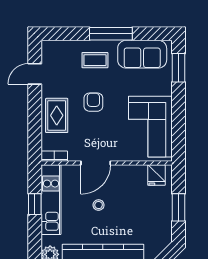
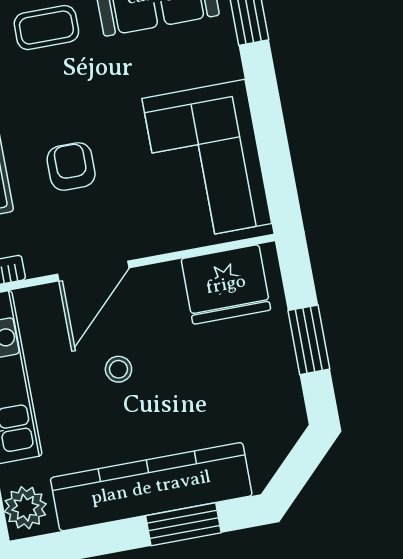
armchair: (93, 102) -> (71, 167), moved
fridge: (156, 175) -> (226, 284), width x1.88, depth x1.34

